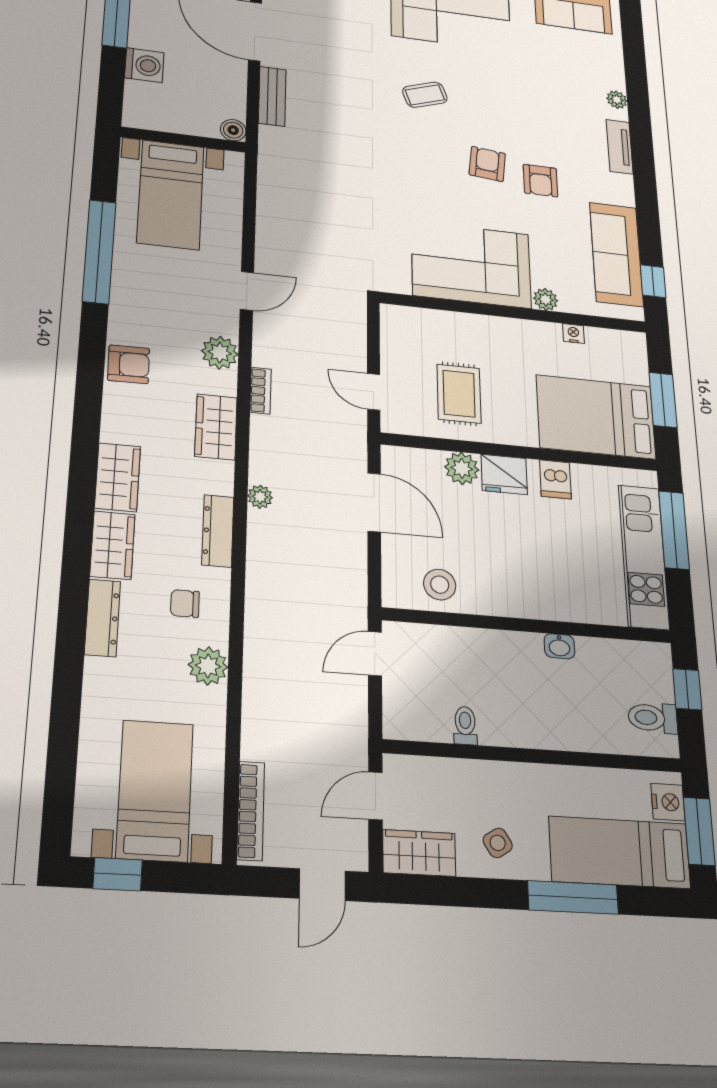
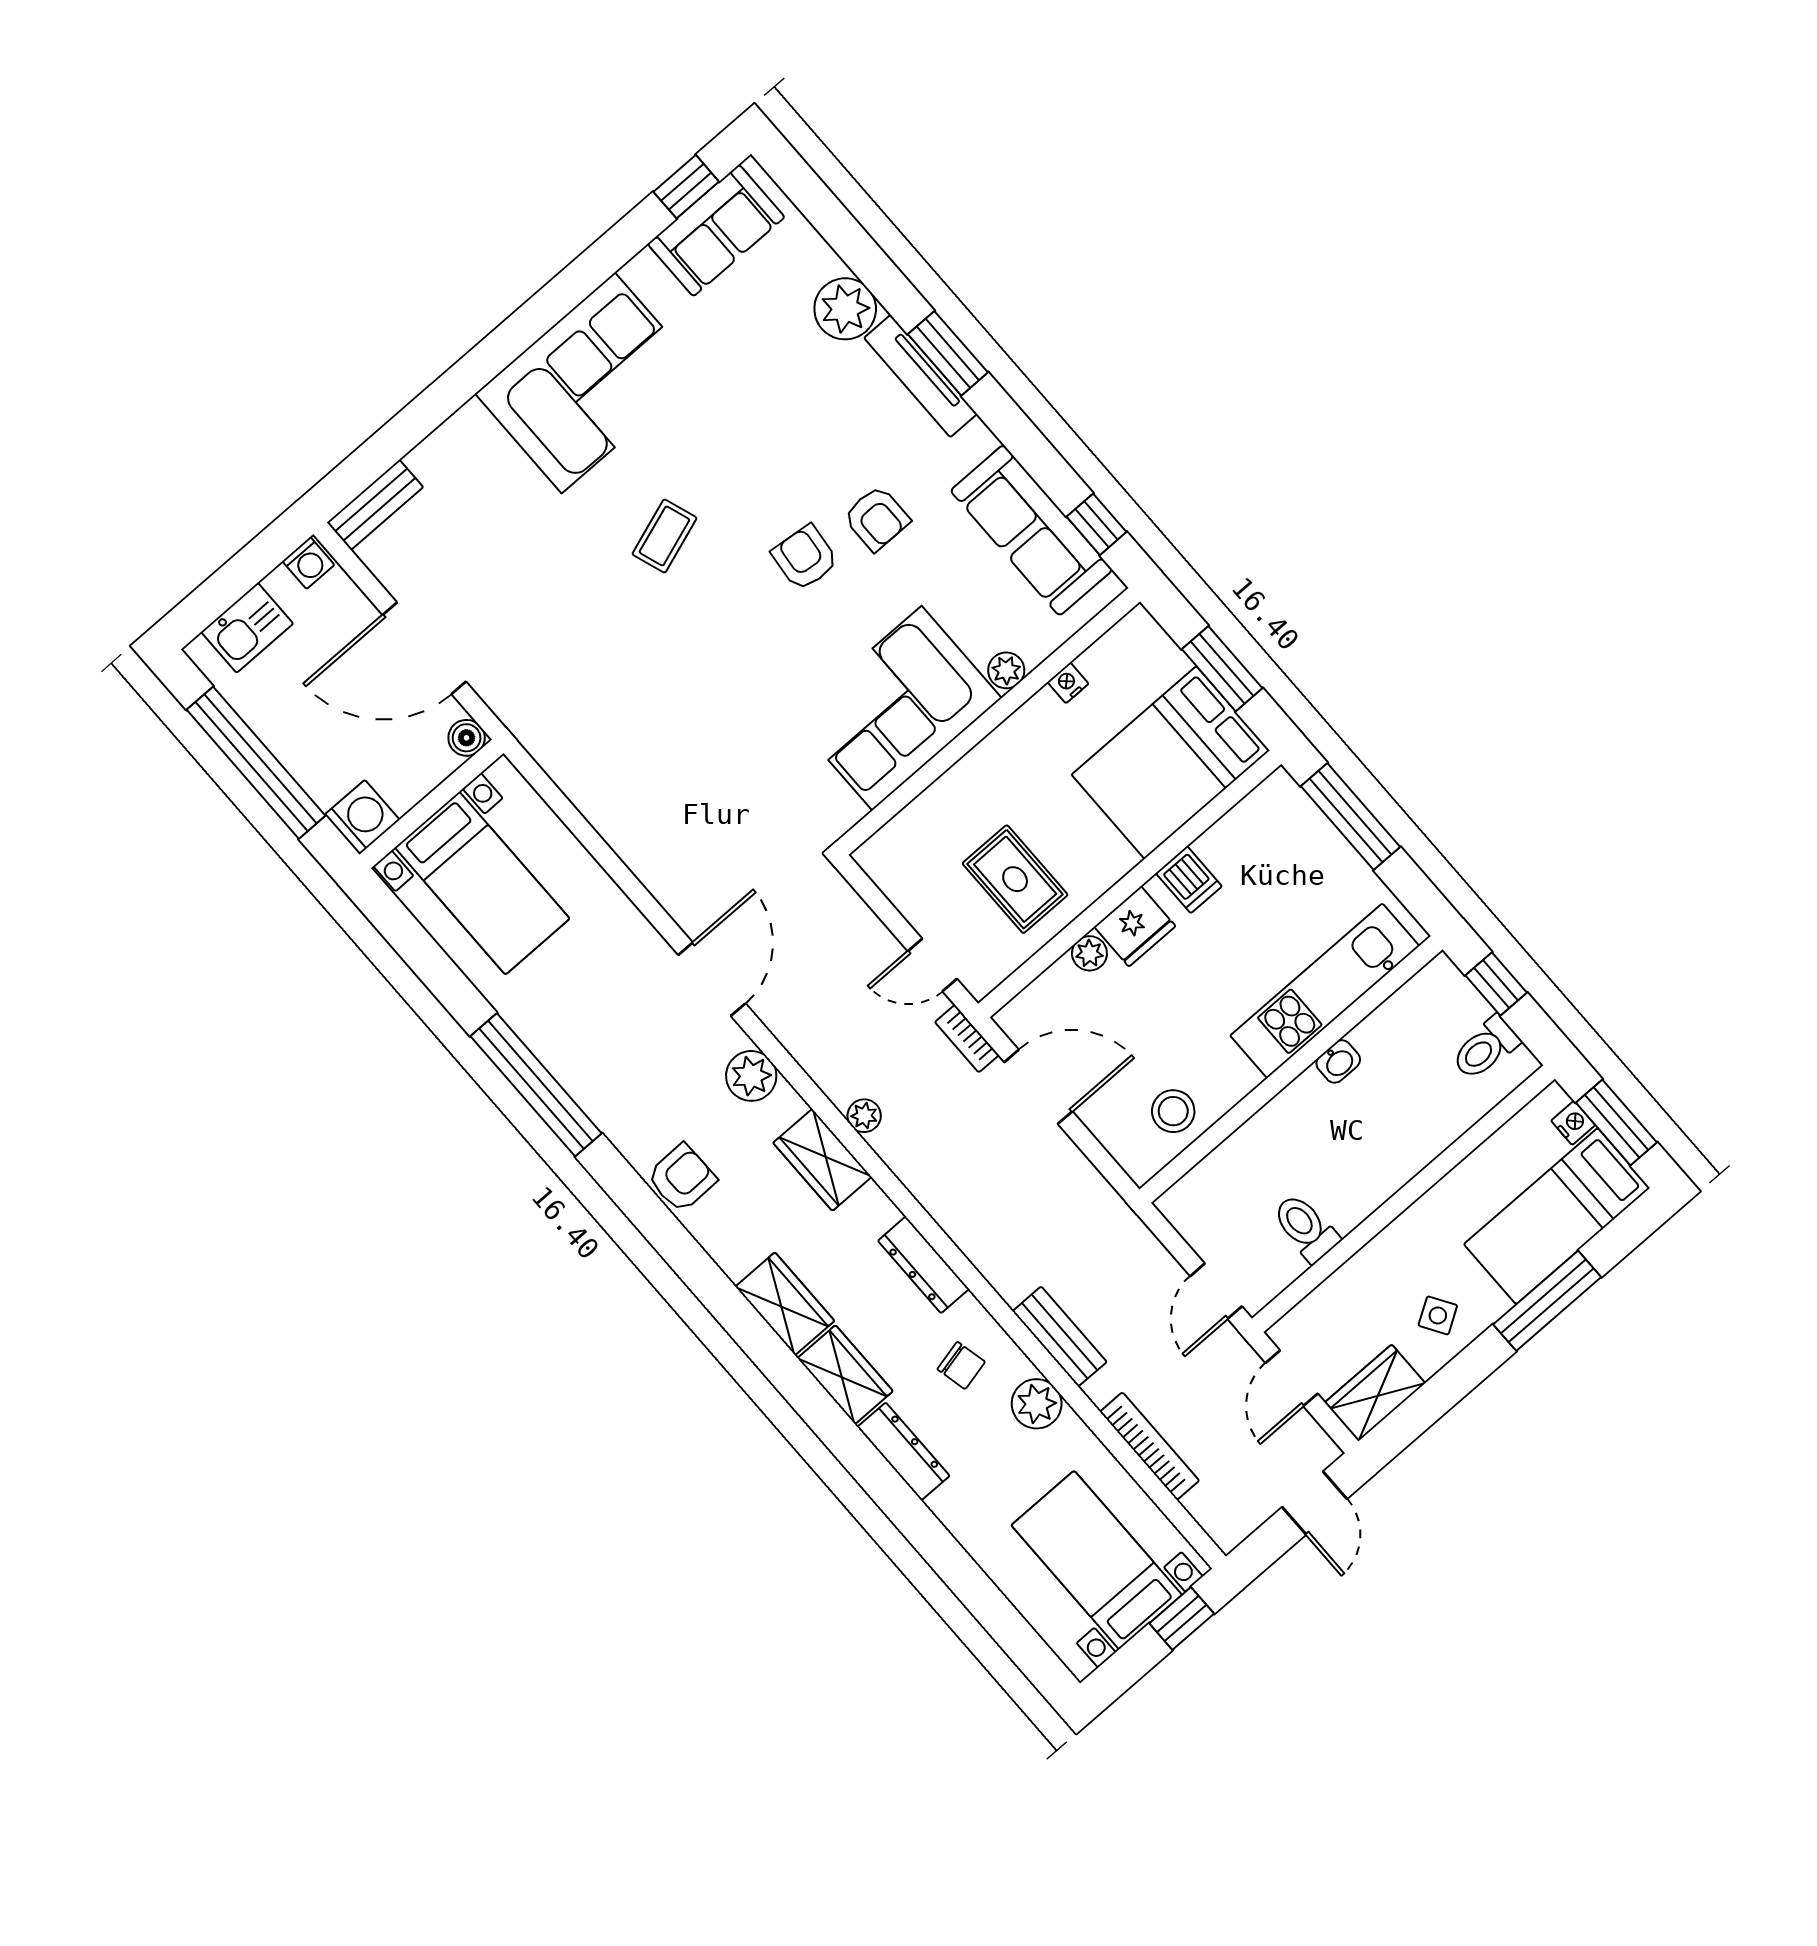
bench: (272, 96) -> (1060, 1337), moved
plant: (617, 100) -> (845, 309), width x1.88, depth x1.88
boiler: (233, 130) -> (467, 738), moved
wall: (183, 140) -> (432, 804), moved
tv unit: (620, 147) -> (921, 376), width x1.41
window: (642, 150) -> (948, 353), added
bed with nightstands: (171, 194) -> (482, 883), moved
door: (247, 291) -> (712, 979), width x1.38
bookcase: (261, 391) -> (967, 1039), moved, turned 180
plant: (462, 468) -> (1089, 953), width x0.73, depth x0.73
plant: (260, 497) -> (864, 1116), moved
kitchen unit: (644, 556) -> (1325, 991), moved, turned 90
chair: (185, 603) -> (961, 1365), turned -103
door: (375, 654) -> (1216, 1291), moved
toilet: (465, 726) -> (1306, 1228), width x1.37, depth x1.39
nightstand: (668, 802) -> (1573, 1123), width x0.72, depth x0.74
bookcase: (251, 811) -> (1149, 1446), moved
window: (118, 874) -> (1182, 1618), moved

